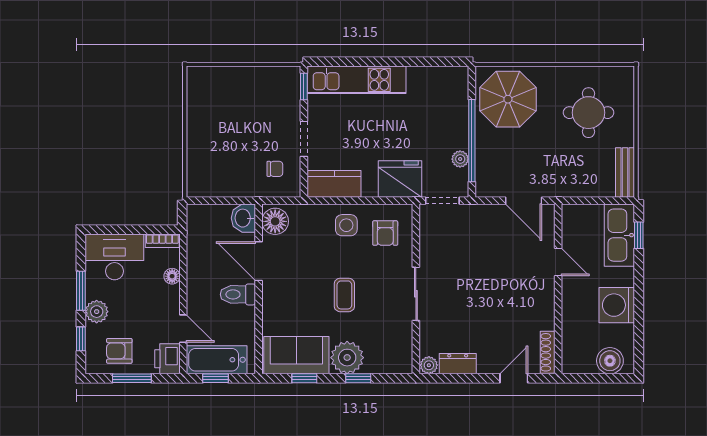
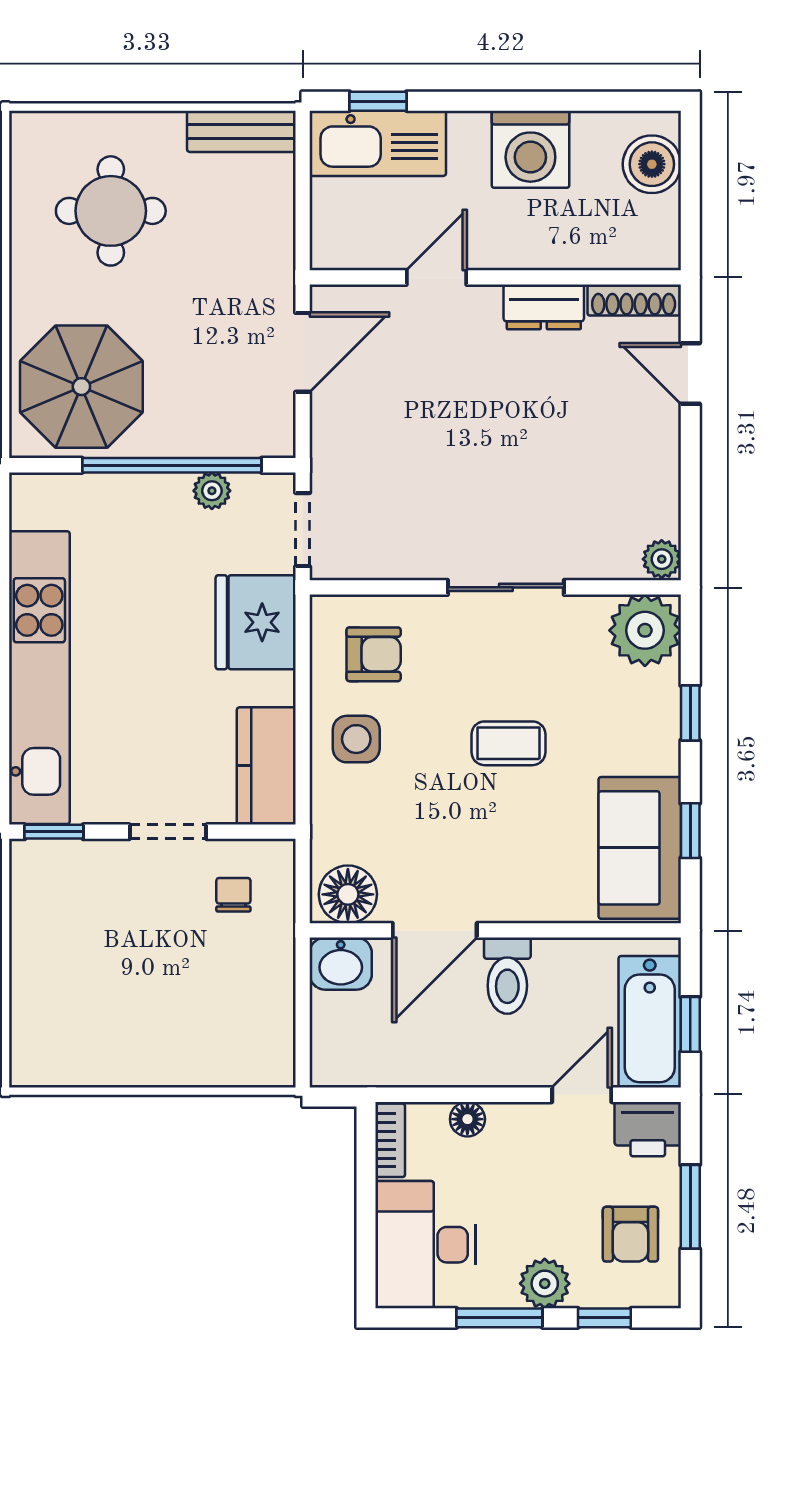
kitchen unit: (357, 80) -> (39, 678), width x1.36
plant: (347, 358) -> (645, 630), moved
dresser: (458, 364) -> (544, 307), moved, turned -90

